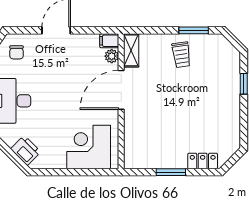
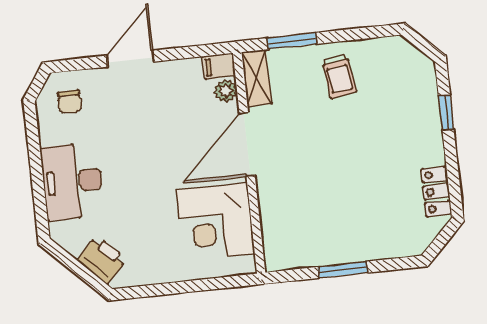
window: (194, 30) -> (292, 41), moved
corner desk: (89, 147) -> (215, 222), moved, turned -90
locker: (203, 161) -> (436, 192), moved, turned -90

